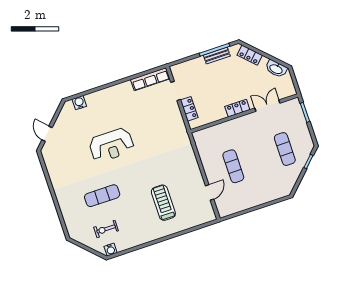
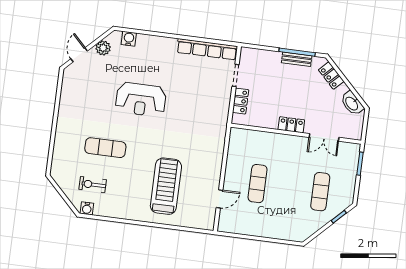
row of seats: (150, 79) -> (207, 49), width x1.36
double door: (267, 106) -> (324, 137), swing flipped
plant: (63, 119) -> (103, 48), added
treadmill: (163, 203) -> (166, 186), width x1.37, depth x1.38

